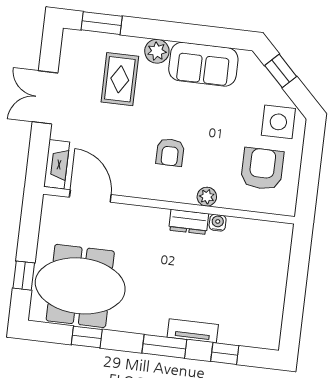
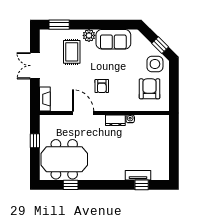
window: (281, 71) -> (160, 45), moved
door: (90, 196) -> (83, 113), moved
plant: (207, 197) -> (123, 106), removed
window: (24, 276) -> (35, 141), moved
tv unit: (193, 331) -> (138, 175), moved
window: (164, 346) -> (111, 185), removed

